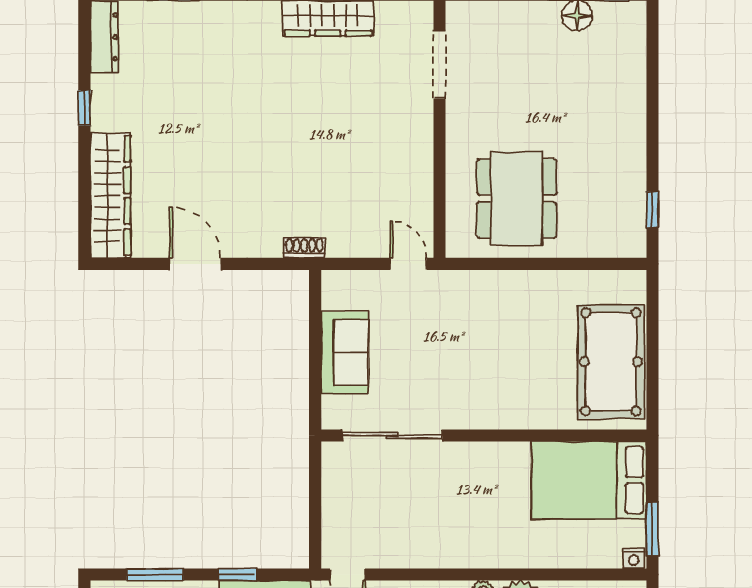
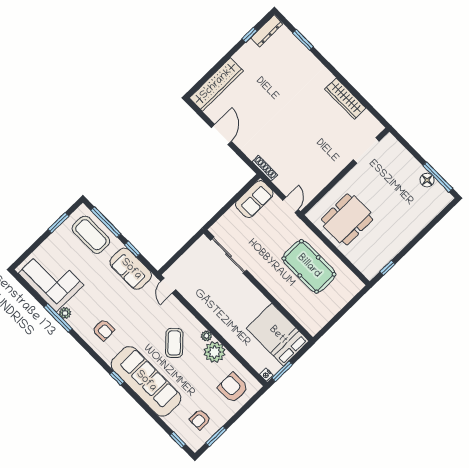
window: (84, 108) -> (250, 35), moved
shoe rack: (304, 248) -> (265, 168), width x1.43
sofa: (345, 353) -> (254, 199), moved
pool table: (611, 362) -> (309, 266), moved, turned 90
window: (155, 575) -> (106, 222), width x1.44

